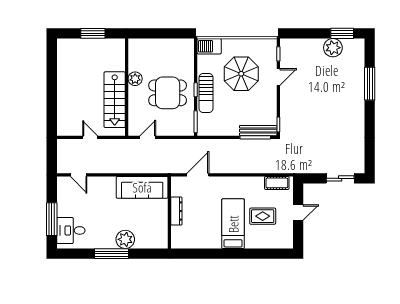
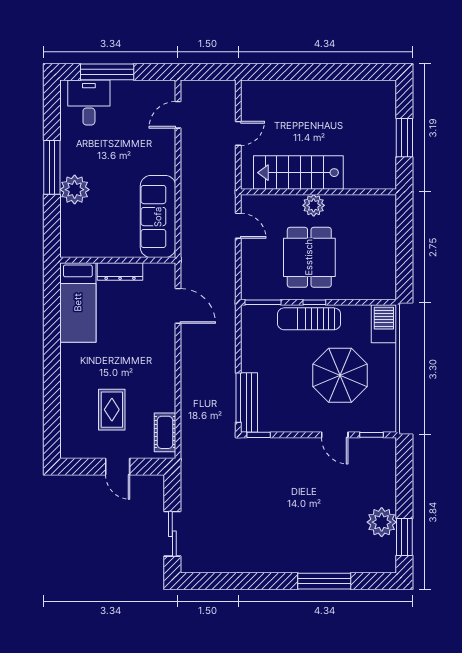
plant: (135, 79) -> (314, 205), moved
bed: (233, 224) -> (78, 302), moved, turned 90

